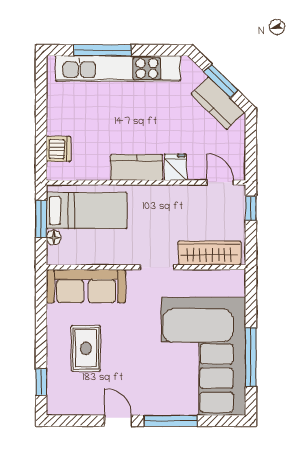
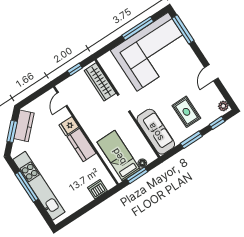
window: (103, 50) -> (27, 187), moved
window: (251, 208) -> (75, 69), moved
window: (41, 329) -> (191, 140), added
rug: (86, 349) -> (186, 112), turned 90
plant: (60, 407) -> (223, 106), added
window: (171, 421) -> (183, 29), moved

